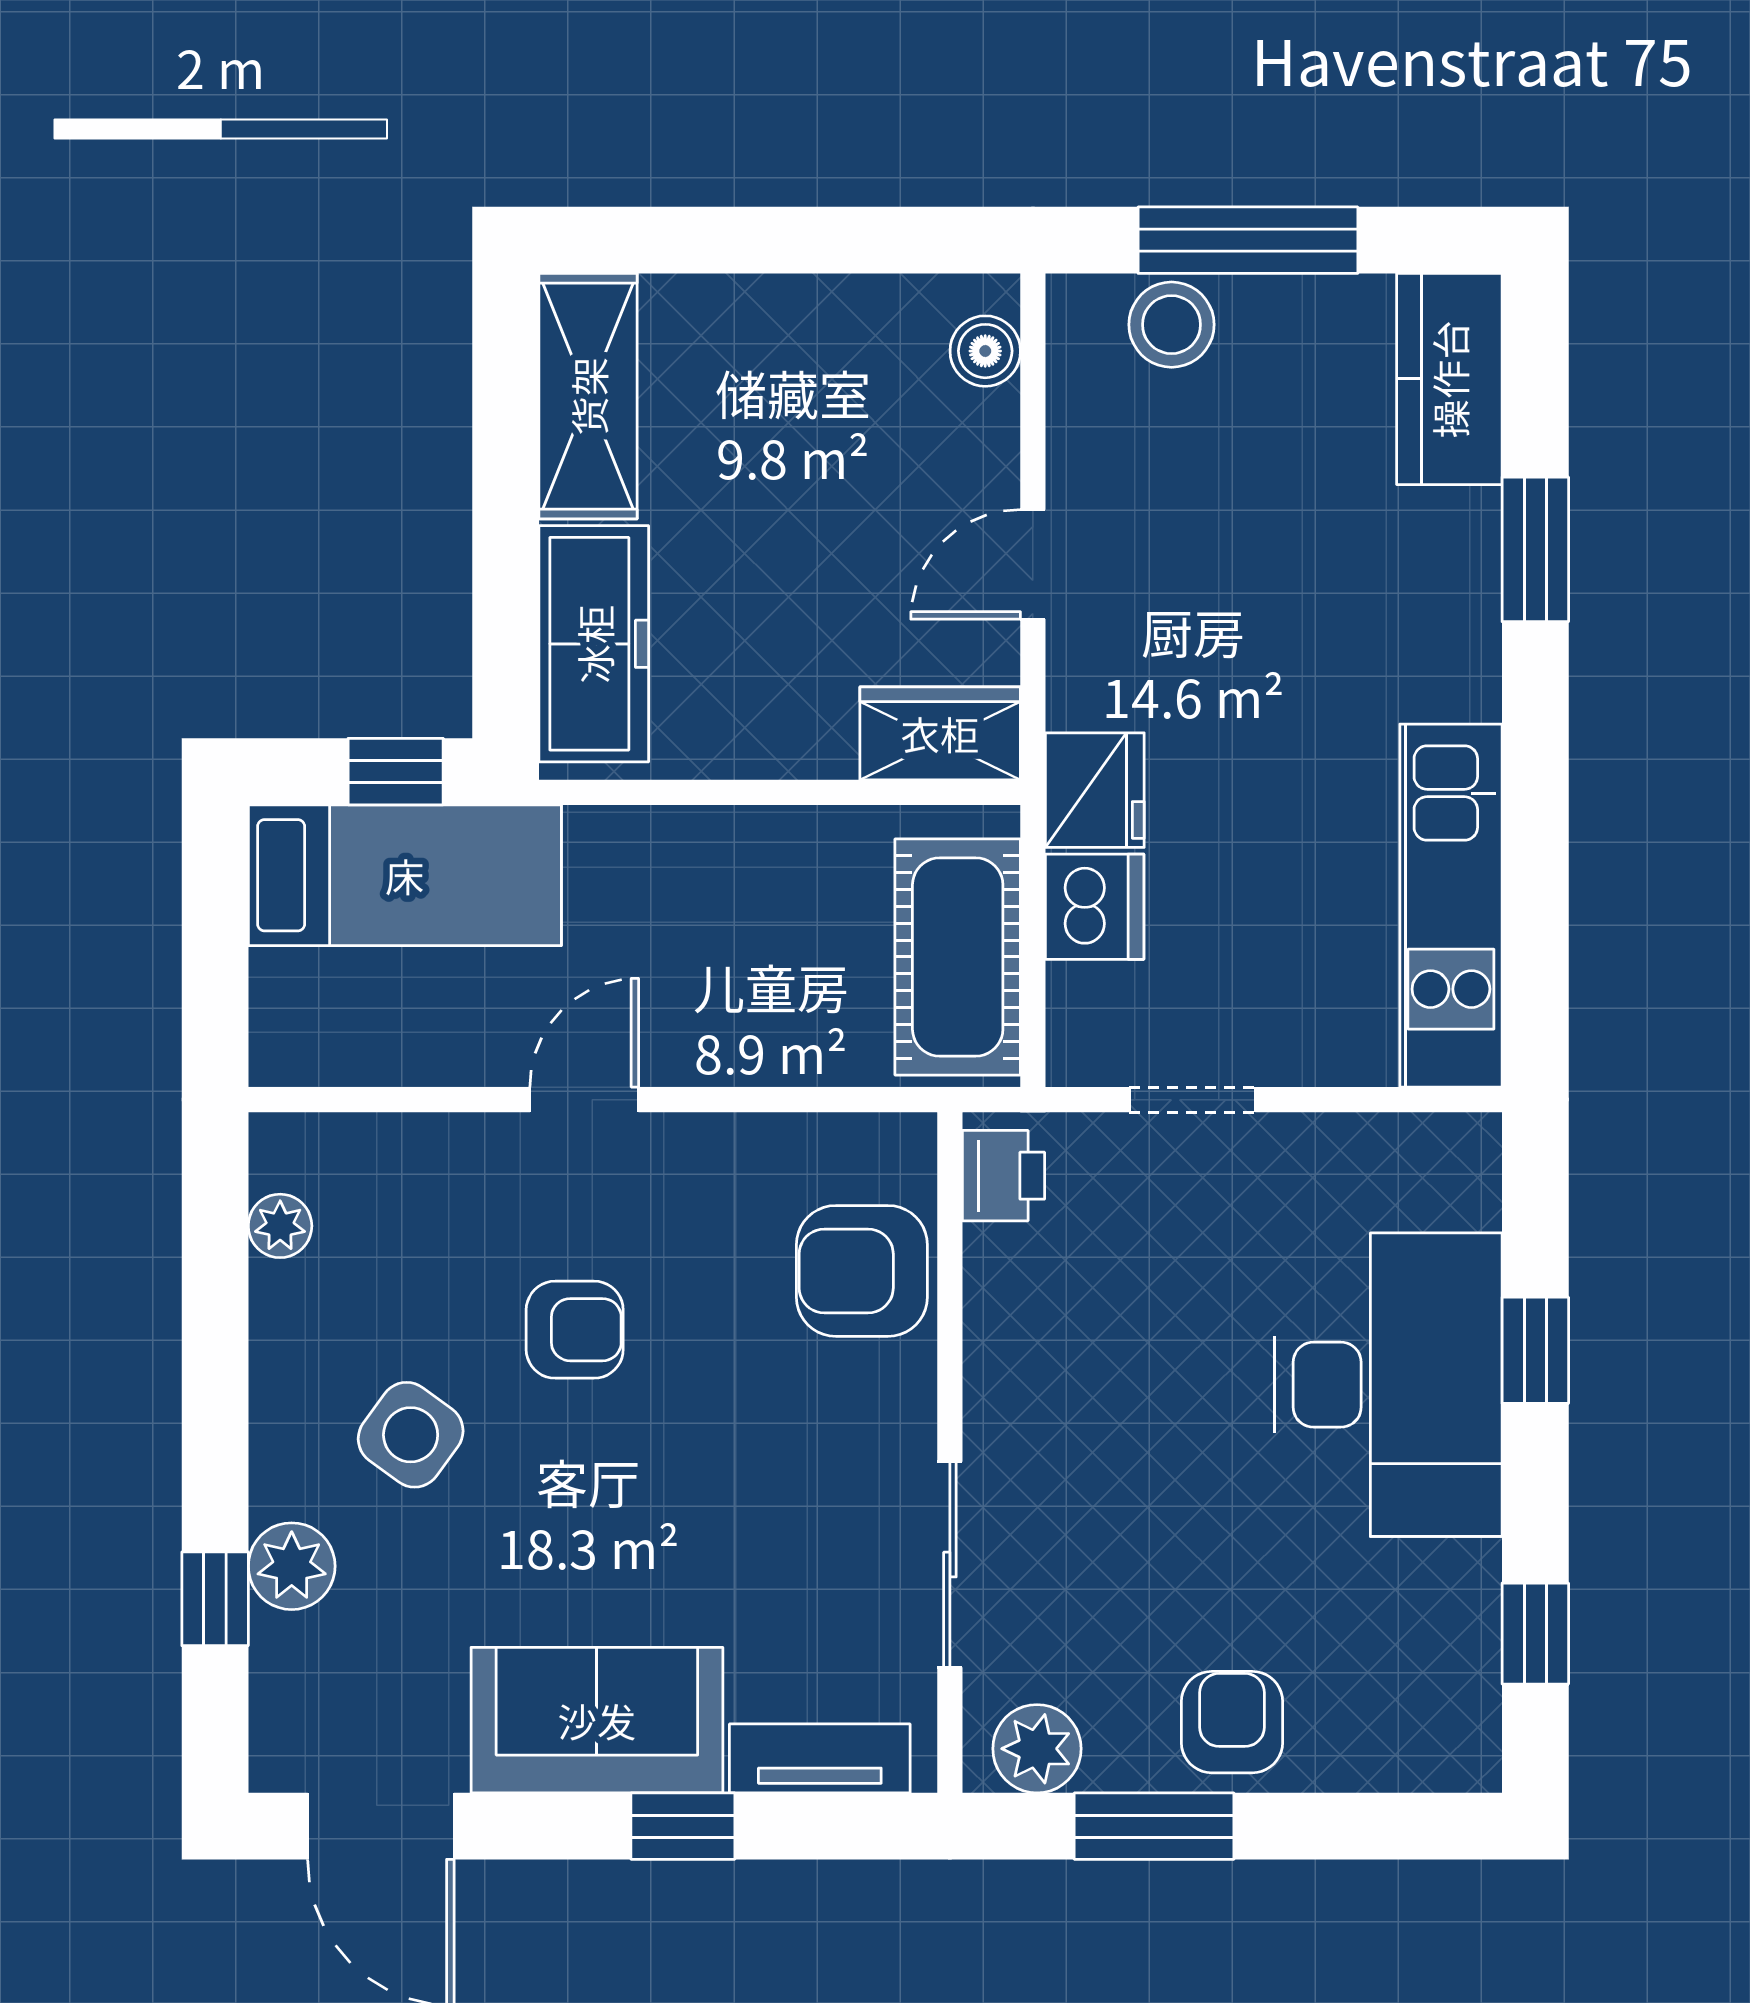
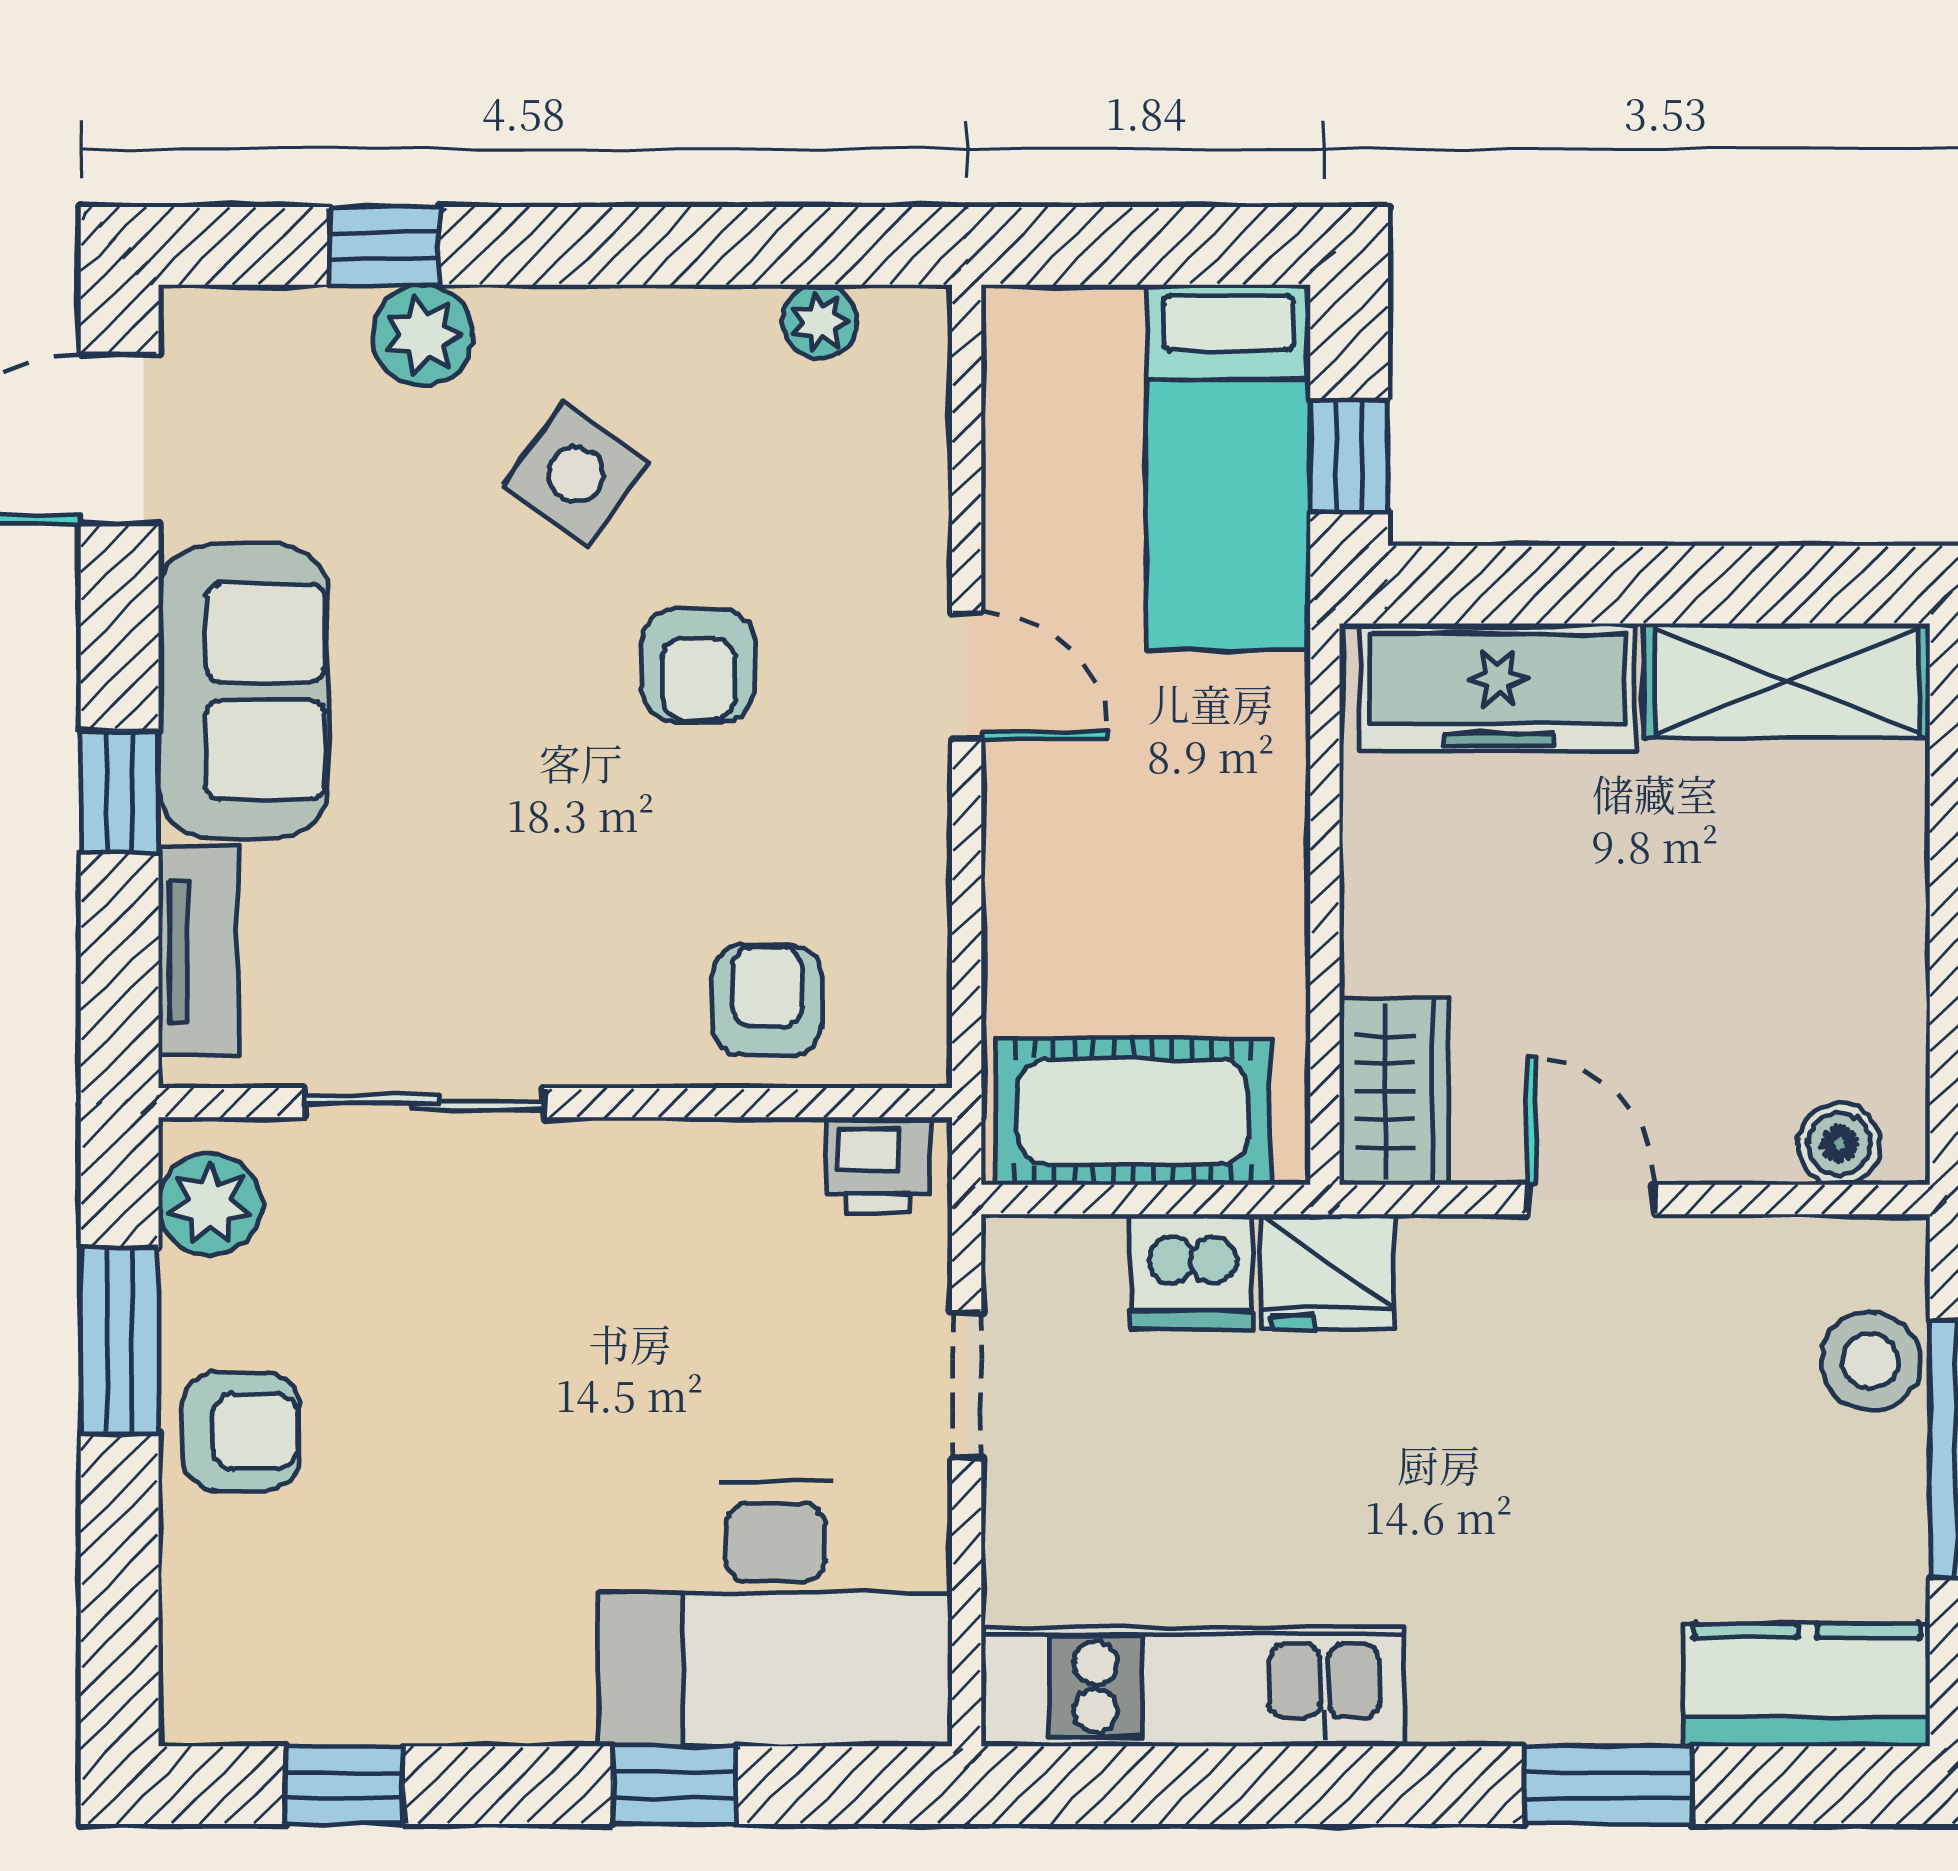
armchair: (862, 1271) -> (767, 1000), width x0.72, depth x0.72
desk: (1388, 1385) -> (775, 1614), moved

